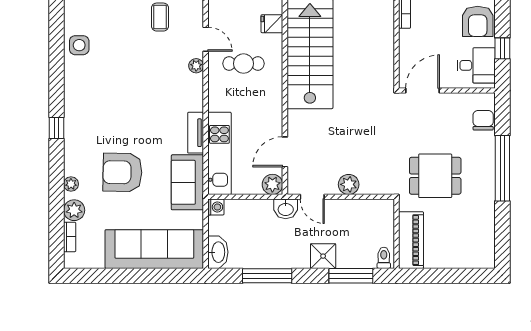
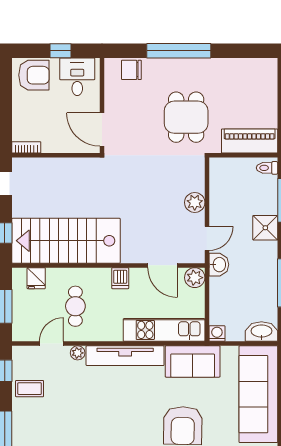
dishwasher: (272, 109) -> (120, 278), added
tv unit: (196, 133) -> (125, 356), width x1.92, depth x1.29

